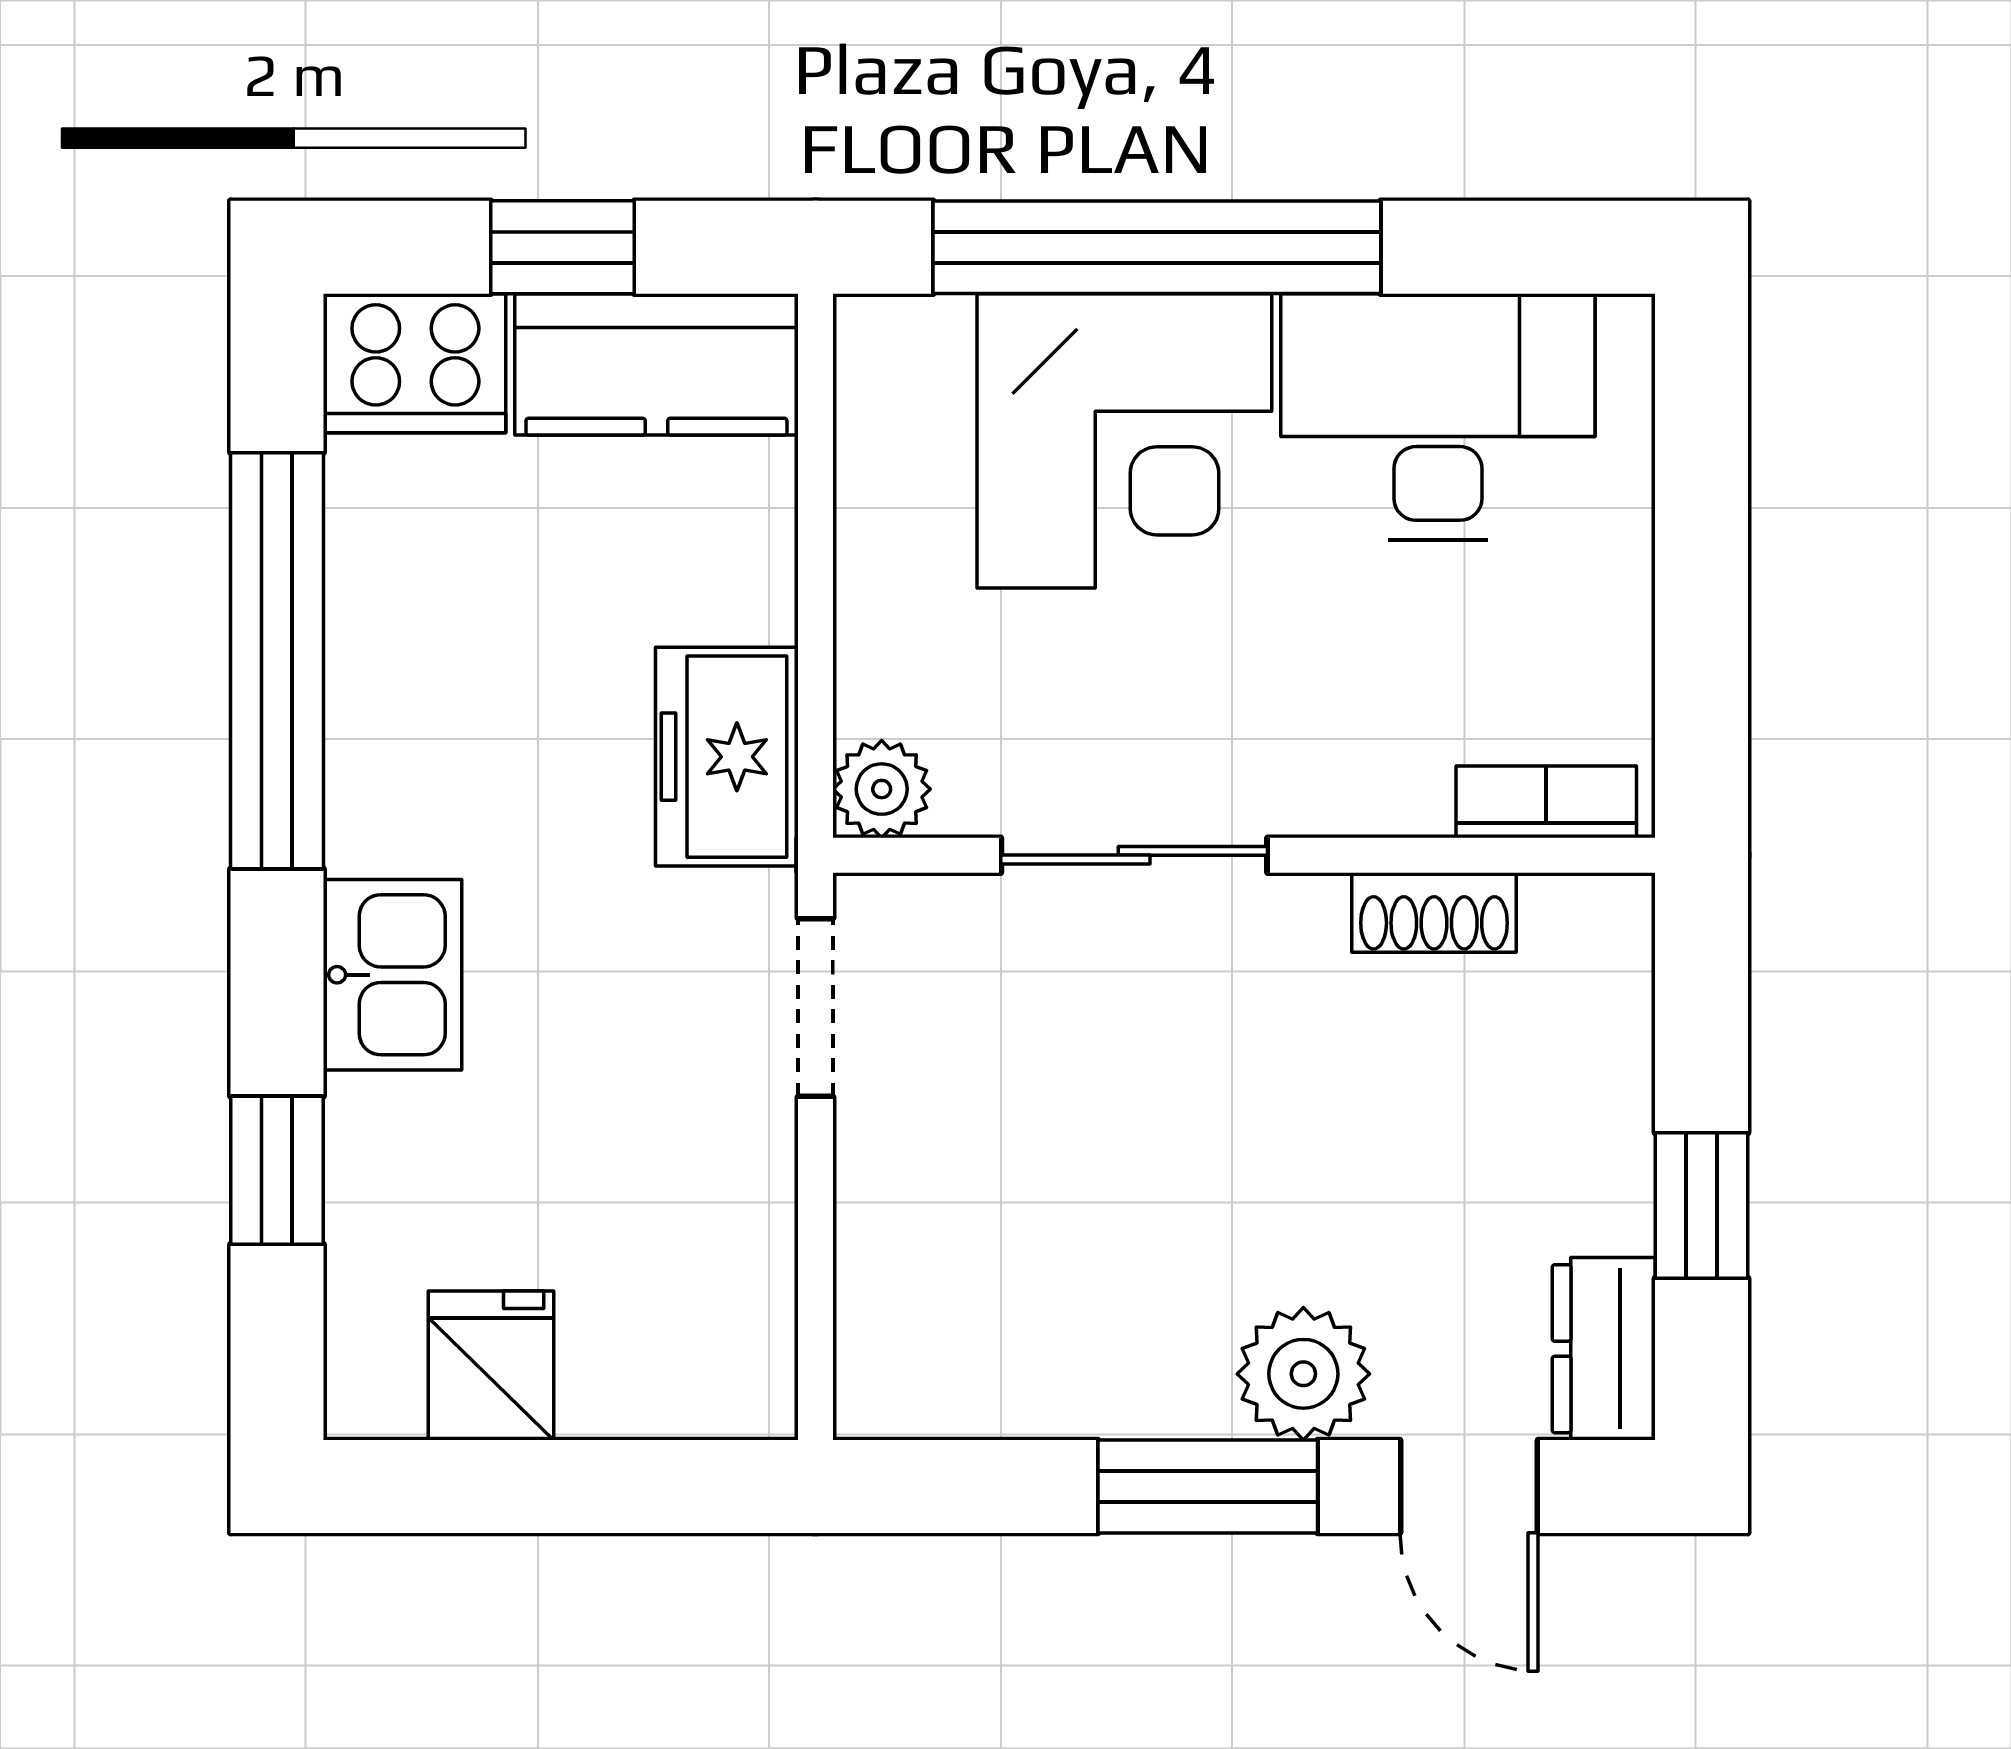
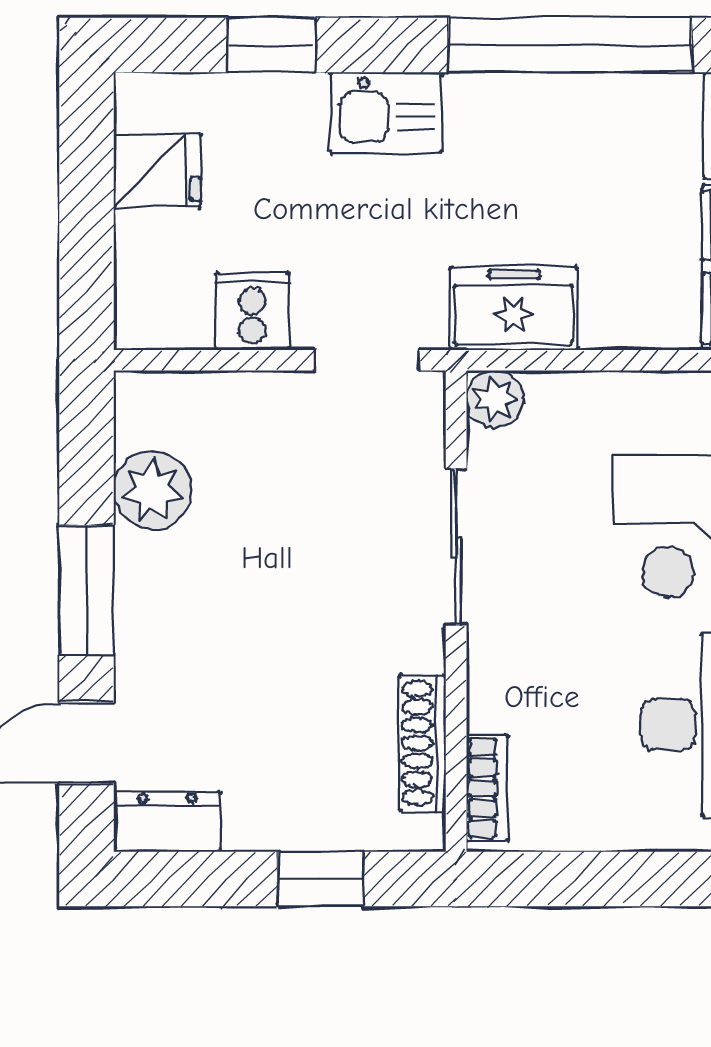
shoe rack: (1434, 913) -> (423, 743), width x1.43
cooker: (732, 1203) -> (252, 311), added
window: (1701, 1206) -> (320, 879), moved
plant: (1303, 1374) -> (153, 490), moved

